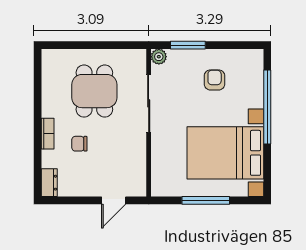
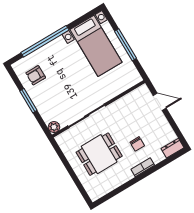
window: (188, 45) -> (28, 101), moved
armchair: (215, 80) -> (36, 75), moved
bed with nightstands: (225, 153) -> (96, 46), width x0.73

